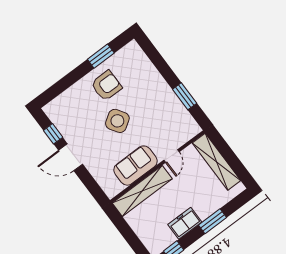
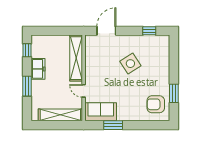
armchair: (106, 86) -> (156, 104), moved, turned 90
side table: (117, 121) -> (130, 64), moved
door: (71, 157) -> (106, 31), moved
sofa: (135, 166) -> (101, 112), moved, turned -90

